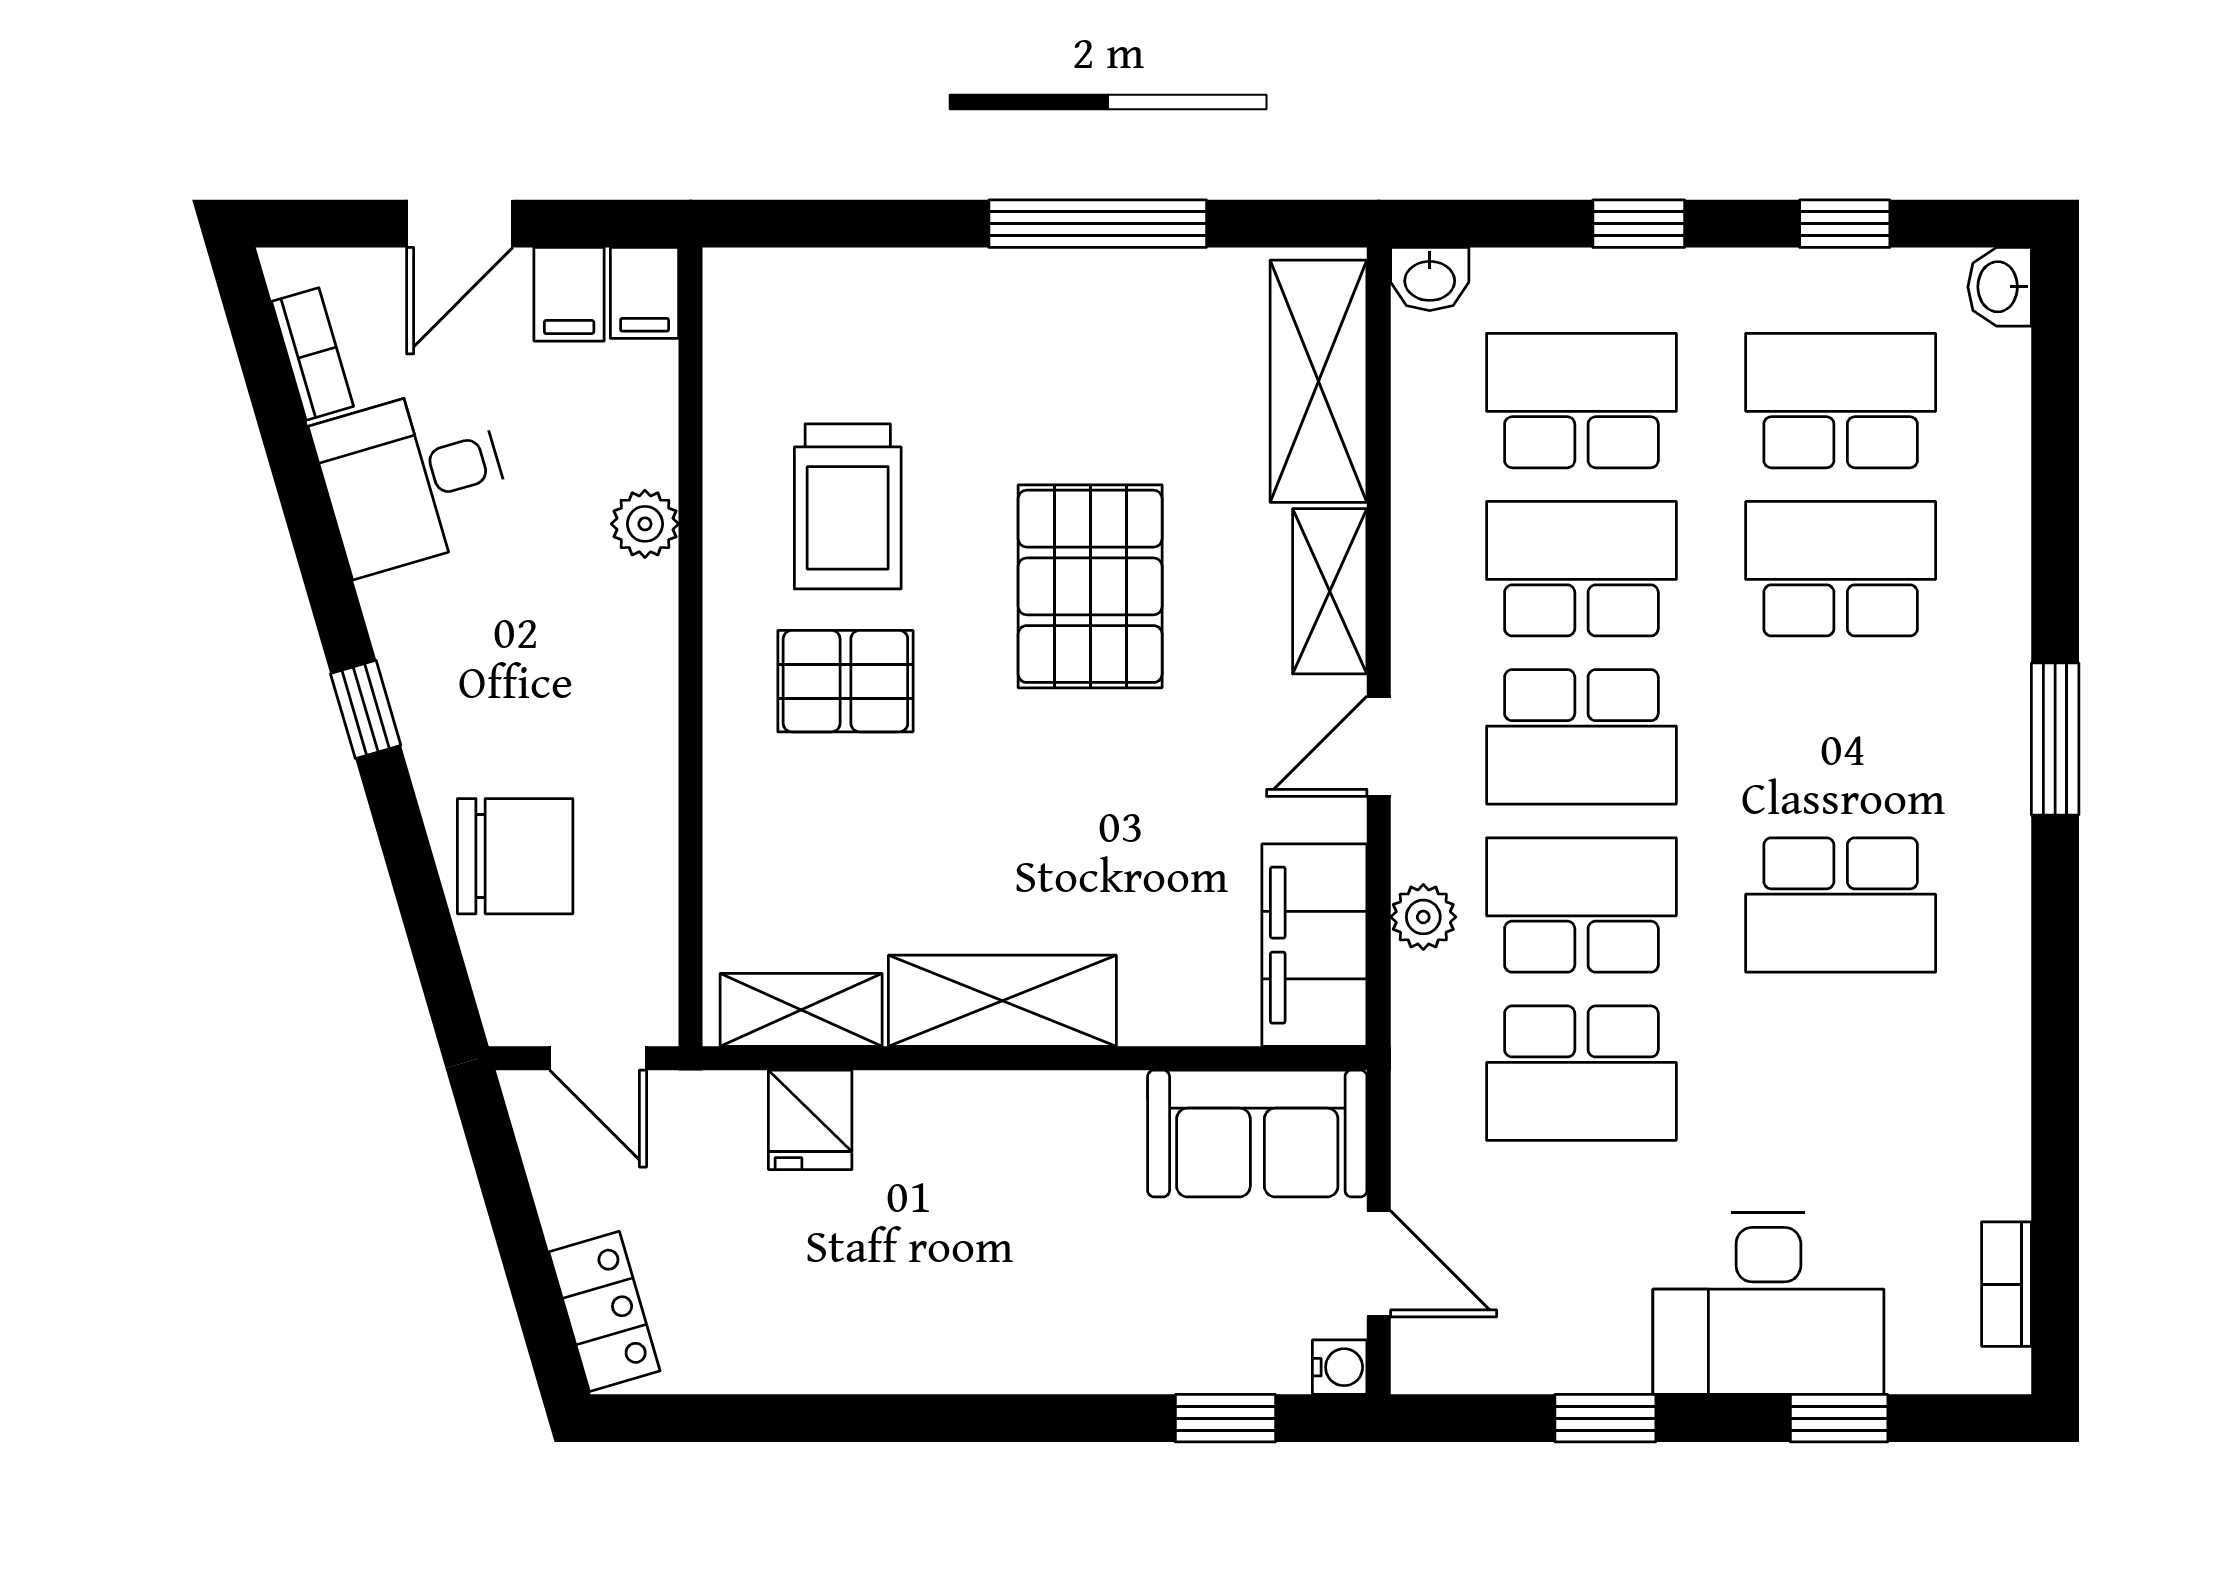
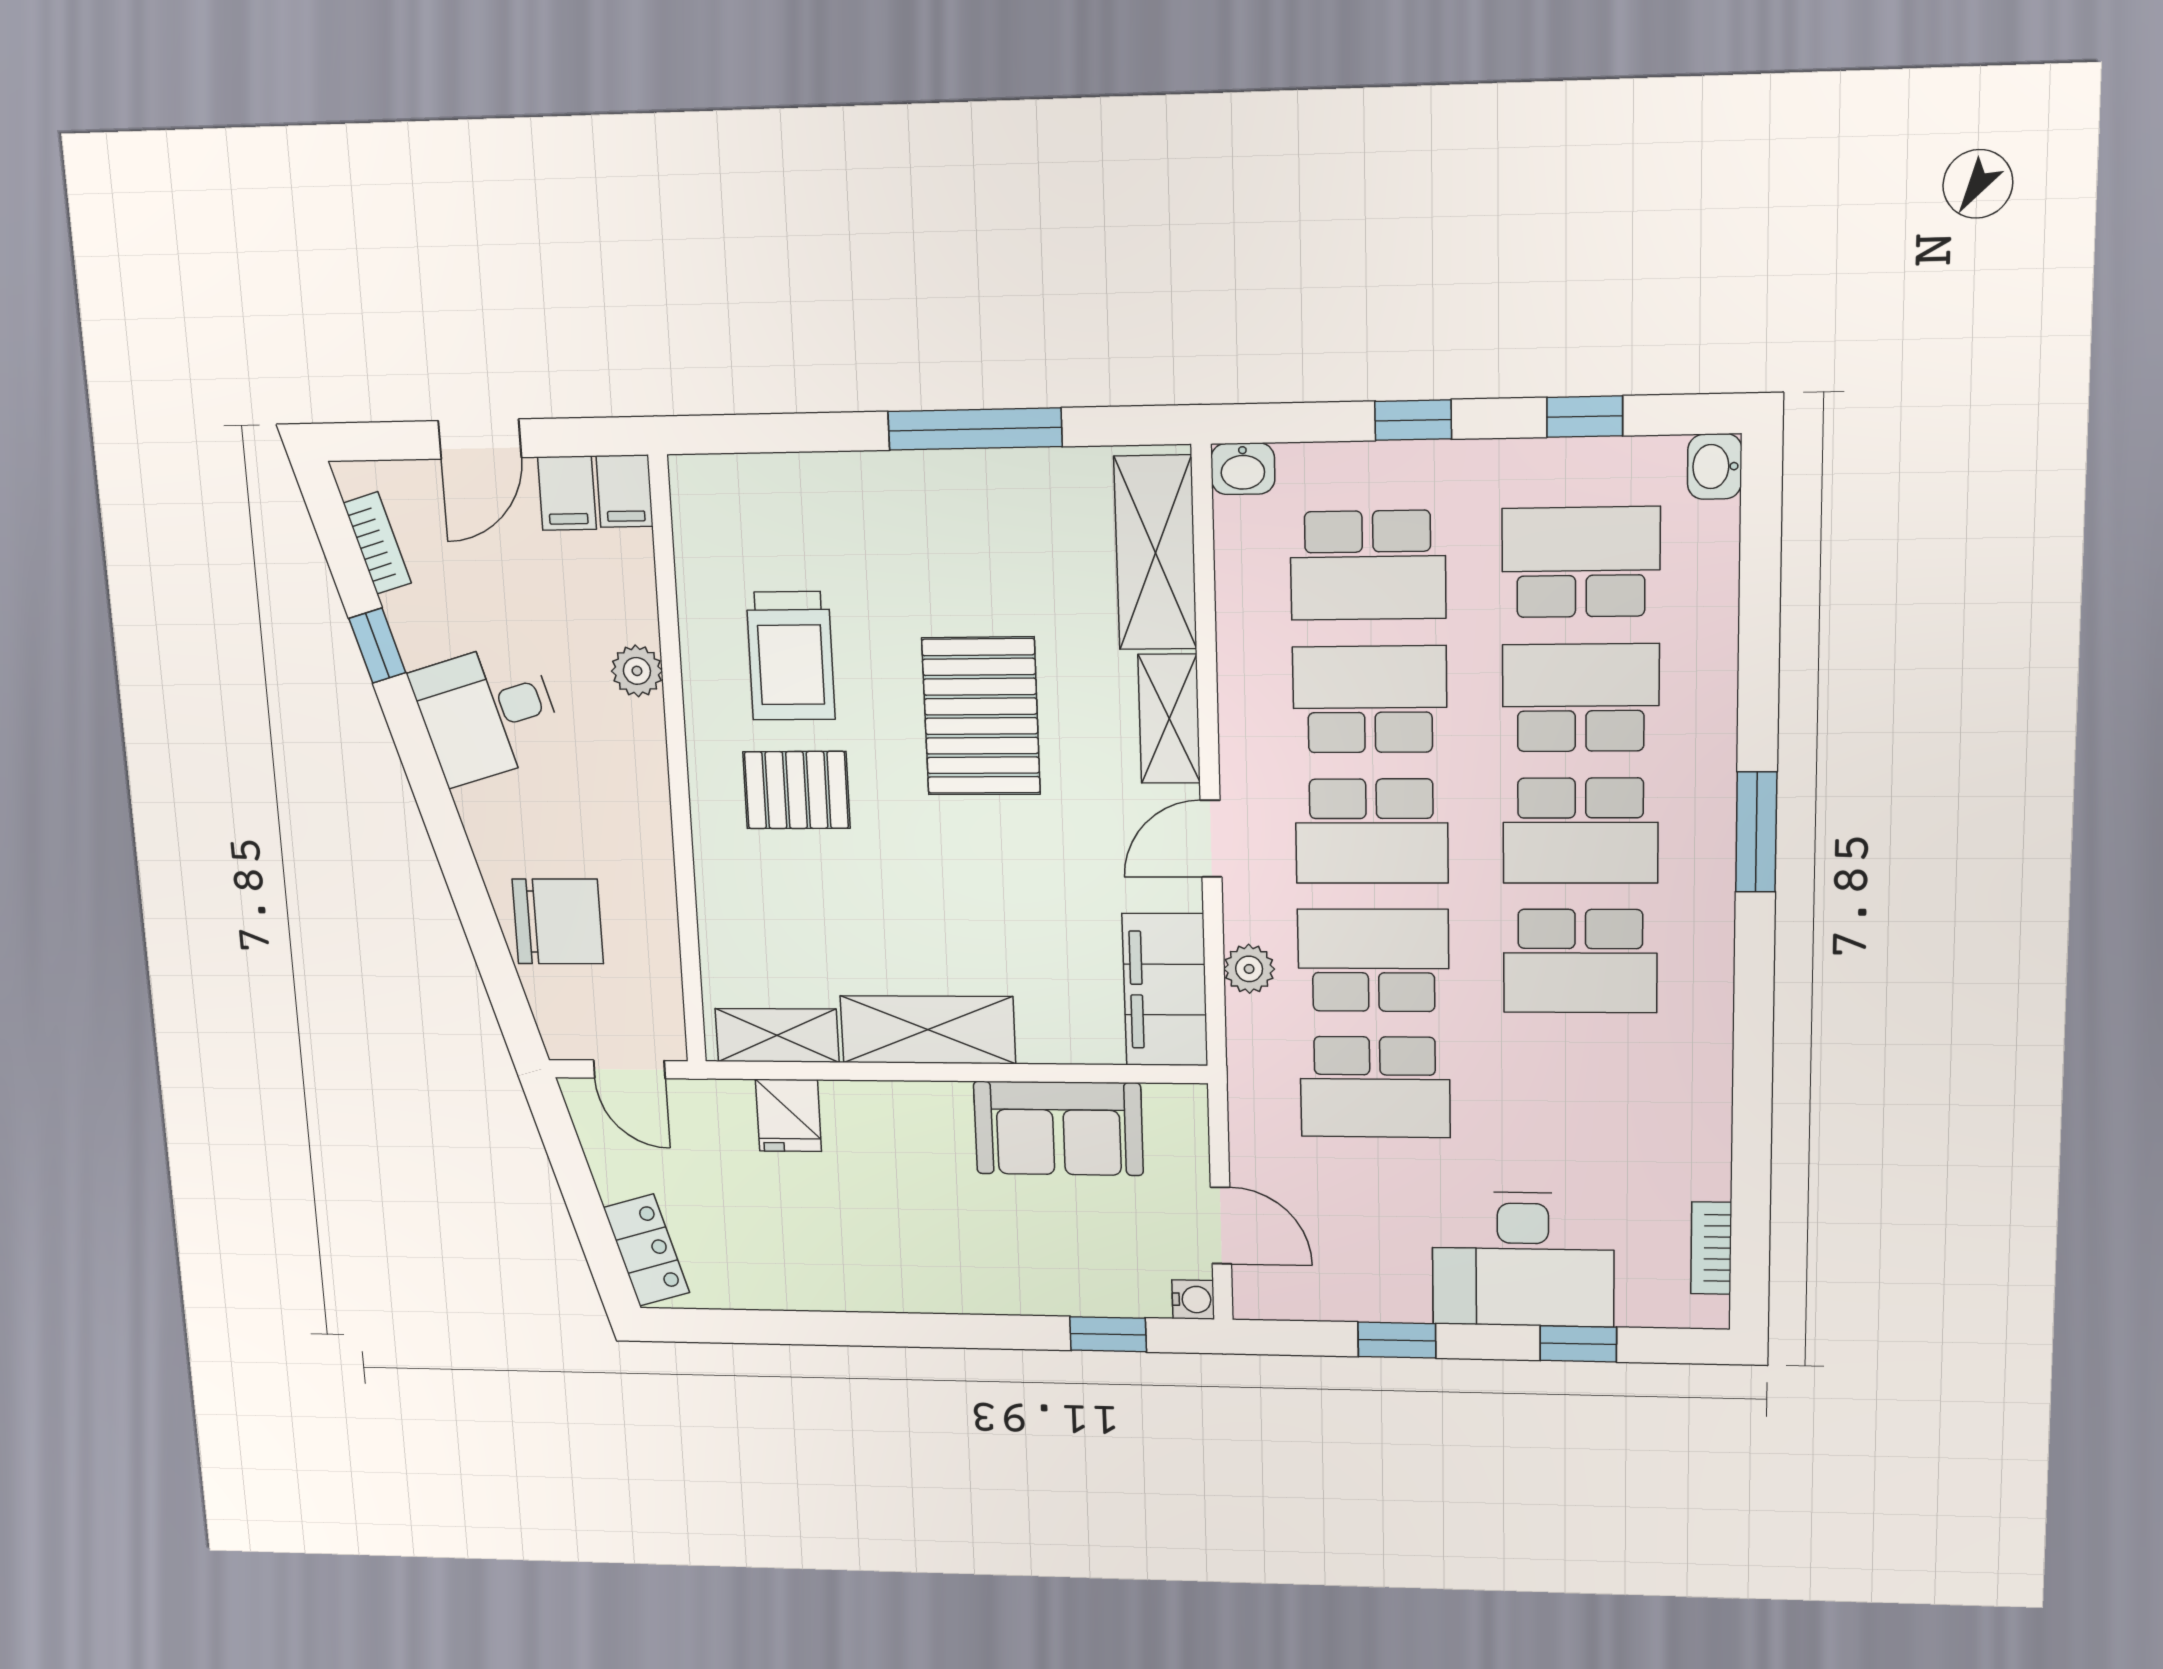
school desk: (1581, 401) -> (1368, 565), turned 180
desk: (413, 479) -> (487, 713), moved
window: (366, 709) -> (377, 646), moved
school desk: (1841, 737) -> (1580, 831), added
sofa: (1257, 1133) -> (1058, 1128), moved

